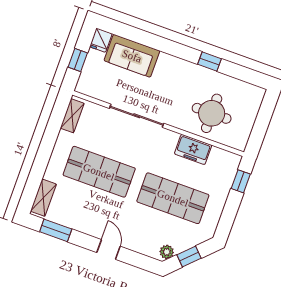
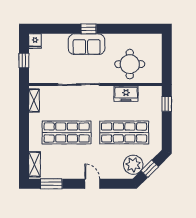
sofa: (132, 56) -> (87, 44), moved
window: (210, 62) -> (89, 29), moved
plant: (167, 252) -> (133, 165), width x1.88, depth x1.88

